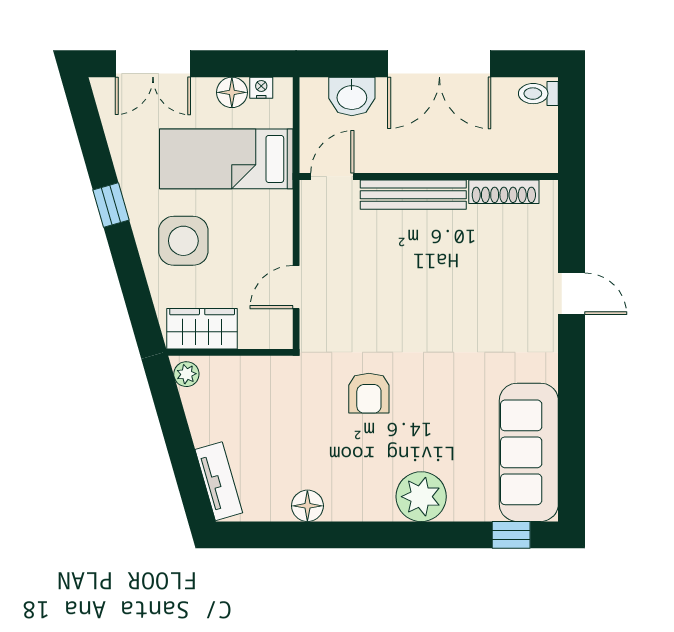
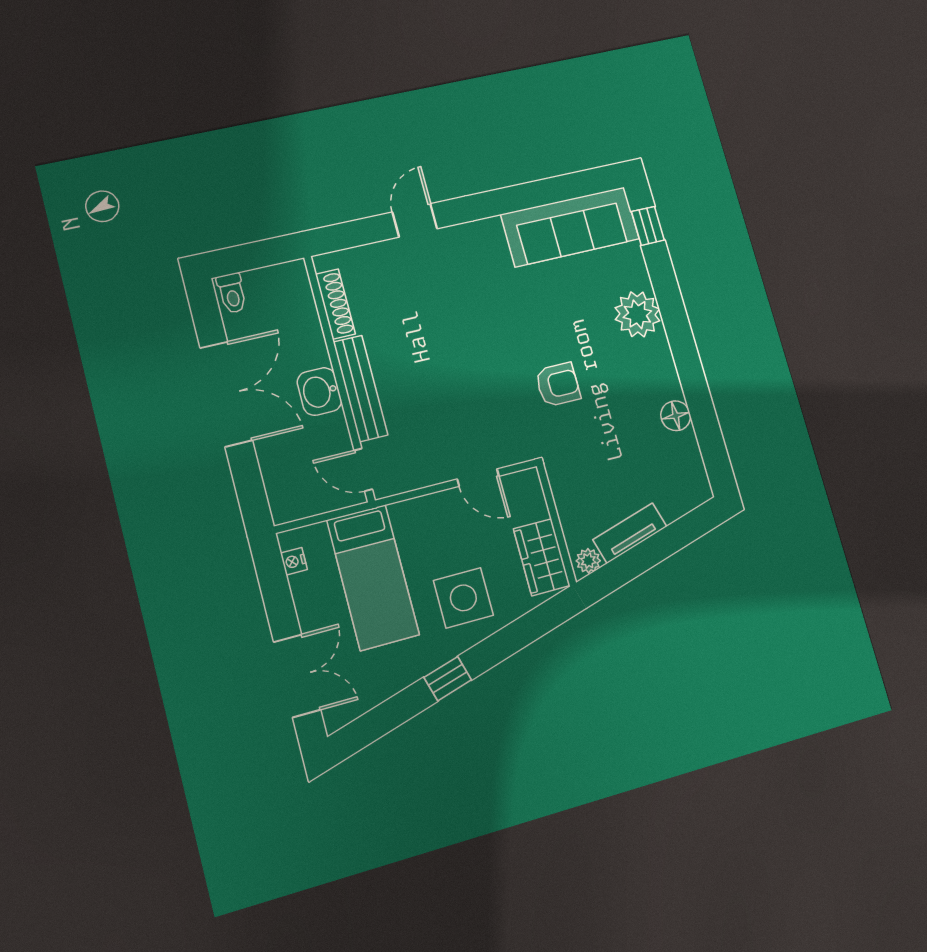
floor lamp: (232, 92) -> (306, 589), removed
washbasin: (352, 96) -> (319, 392), moved, turned 180
tv unit: (219, 481) -> (630, 533), moved

